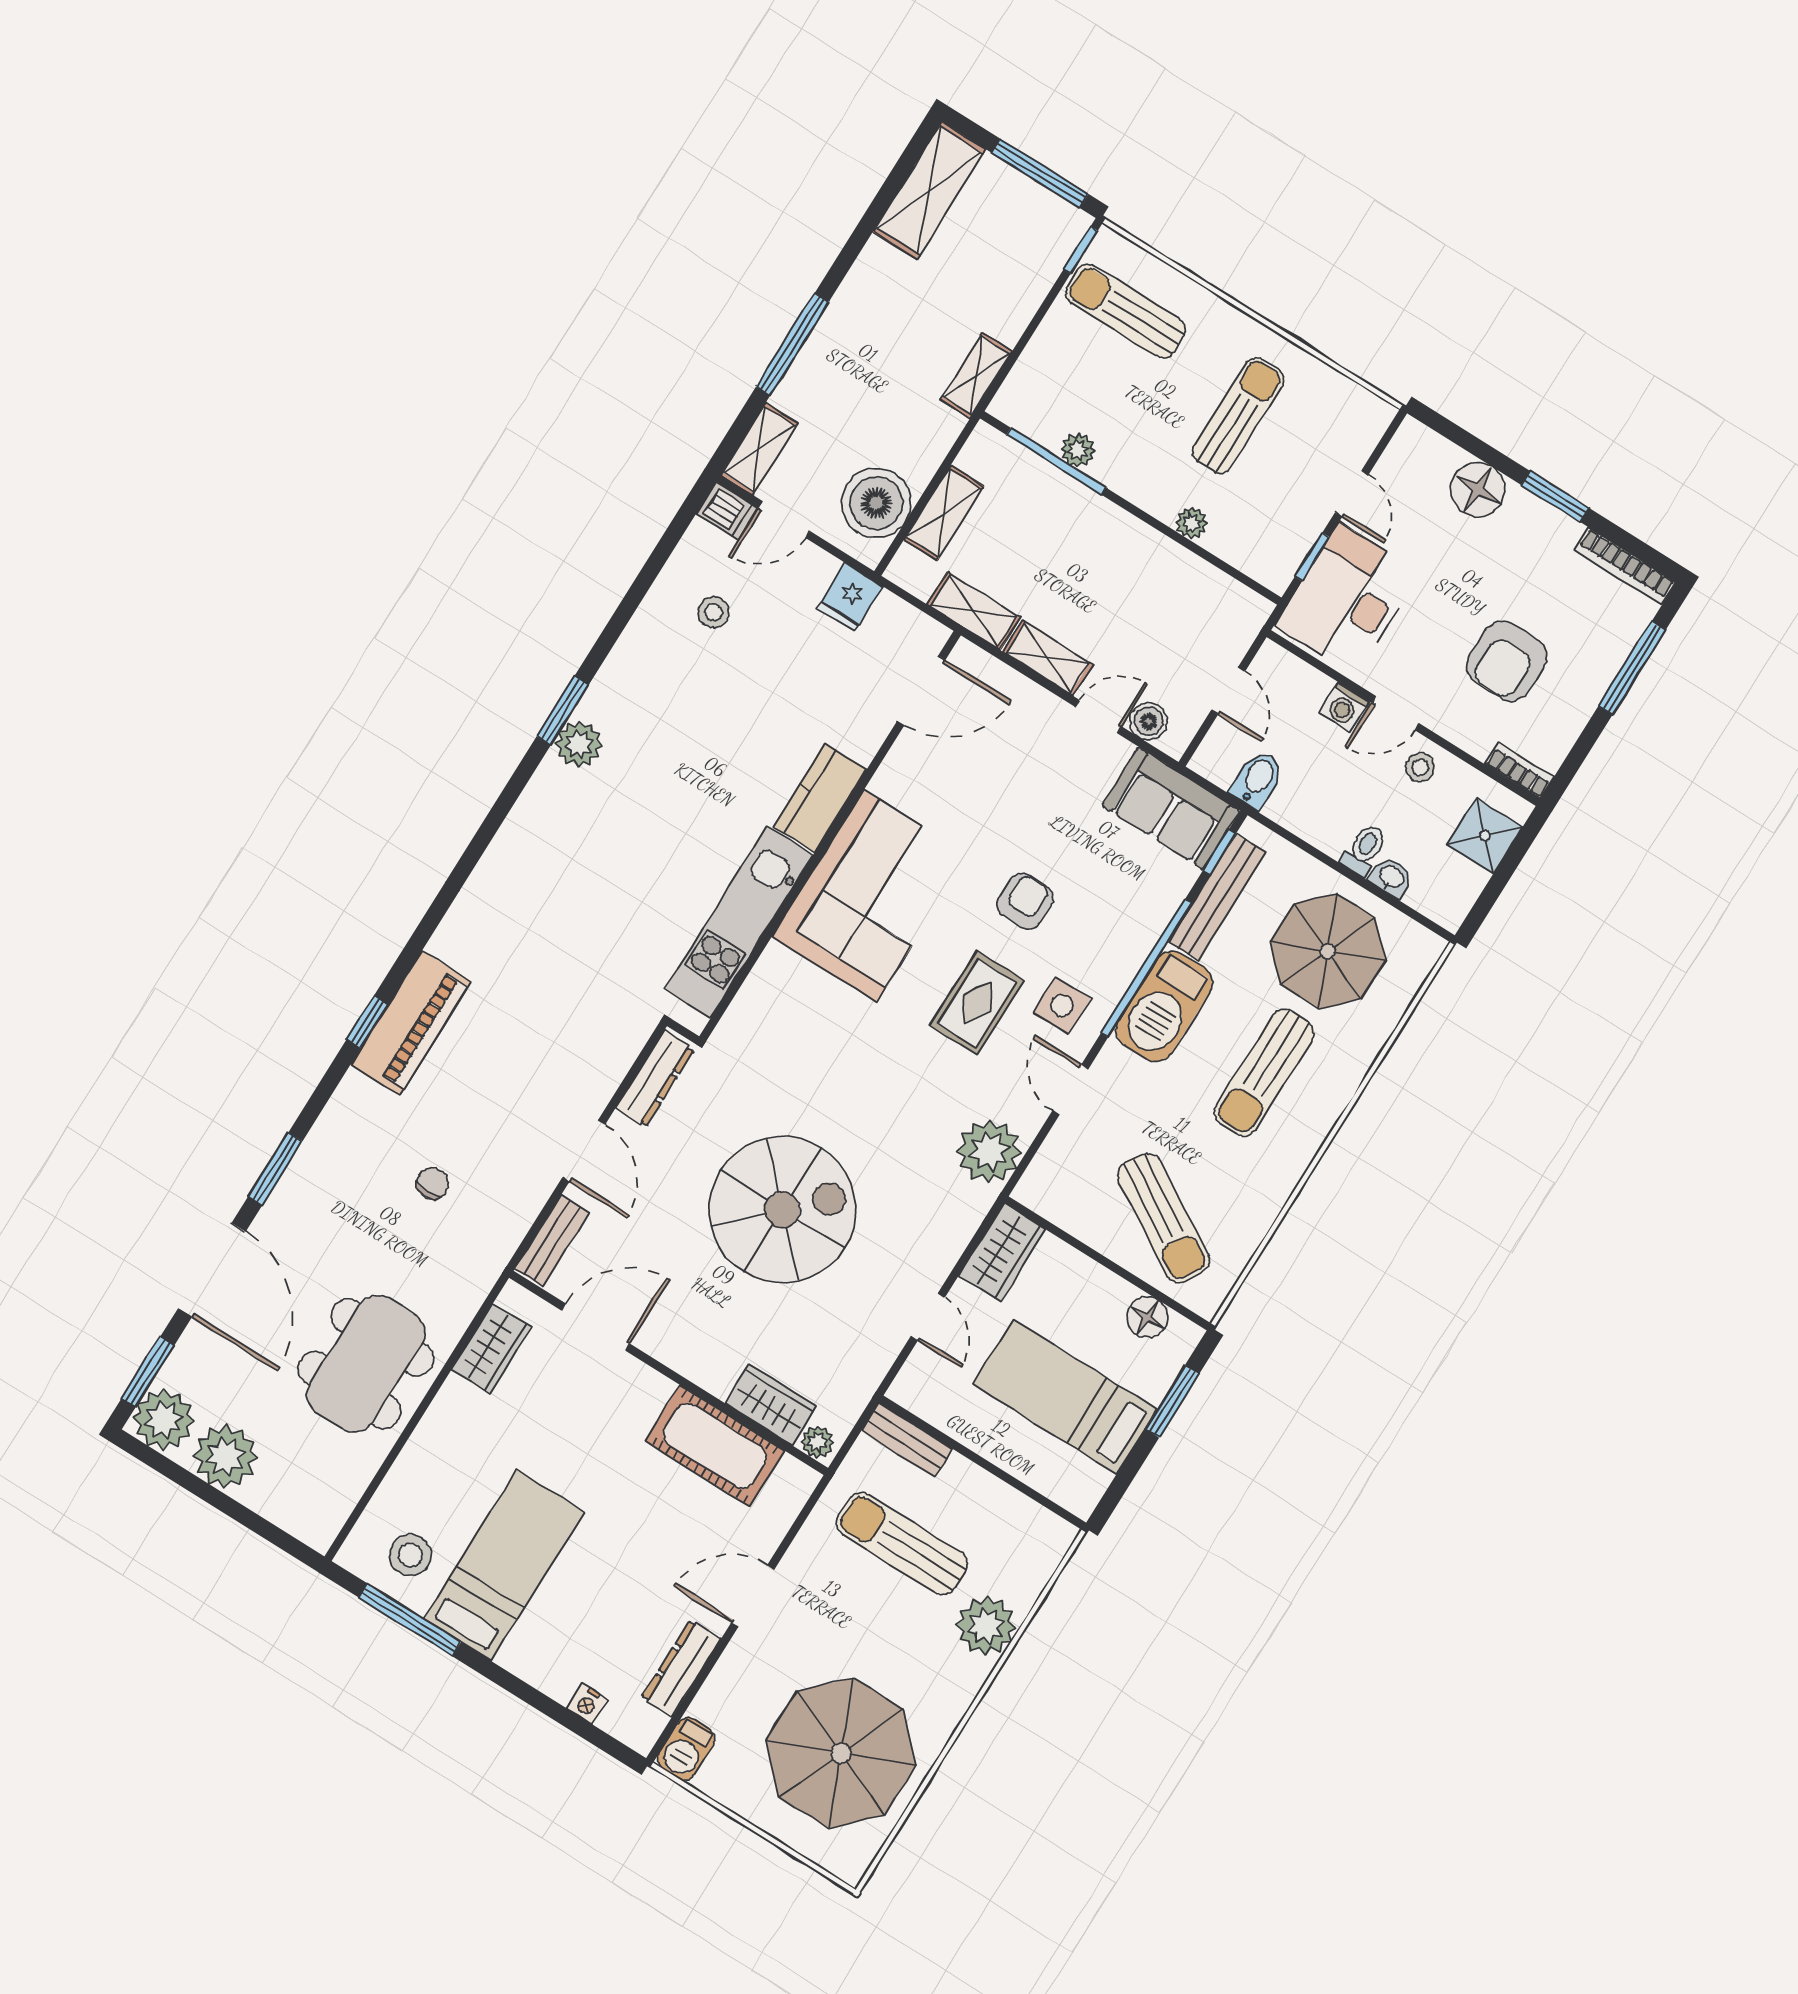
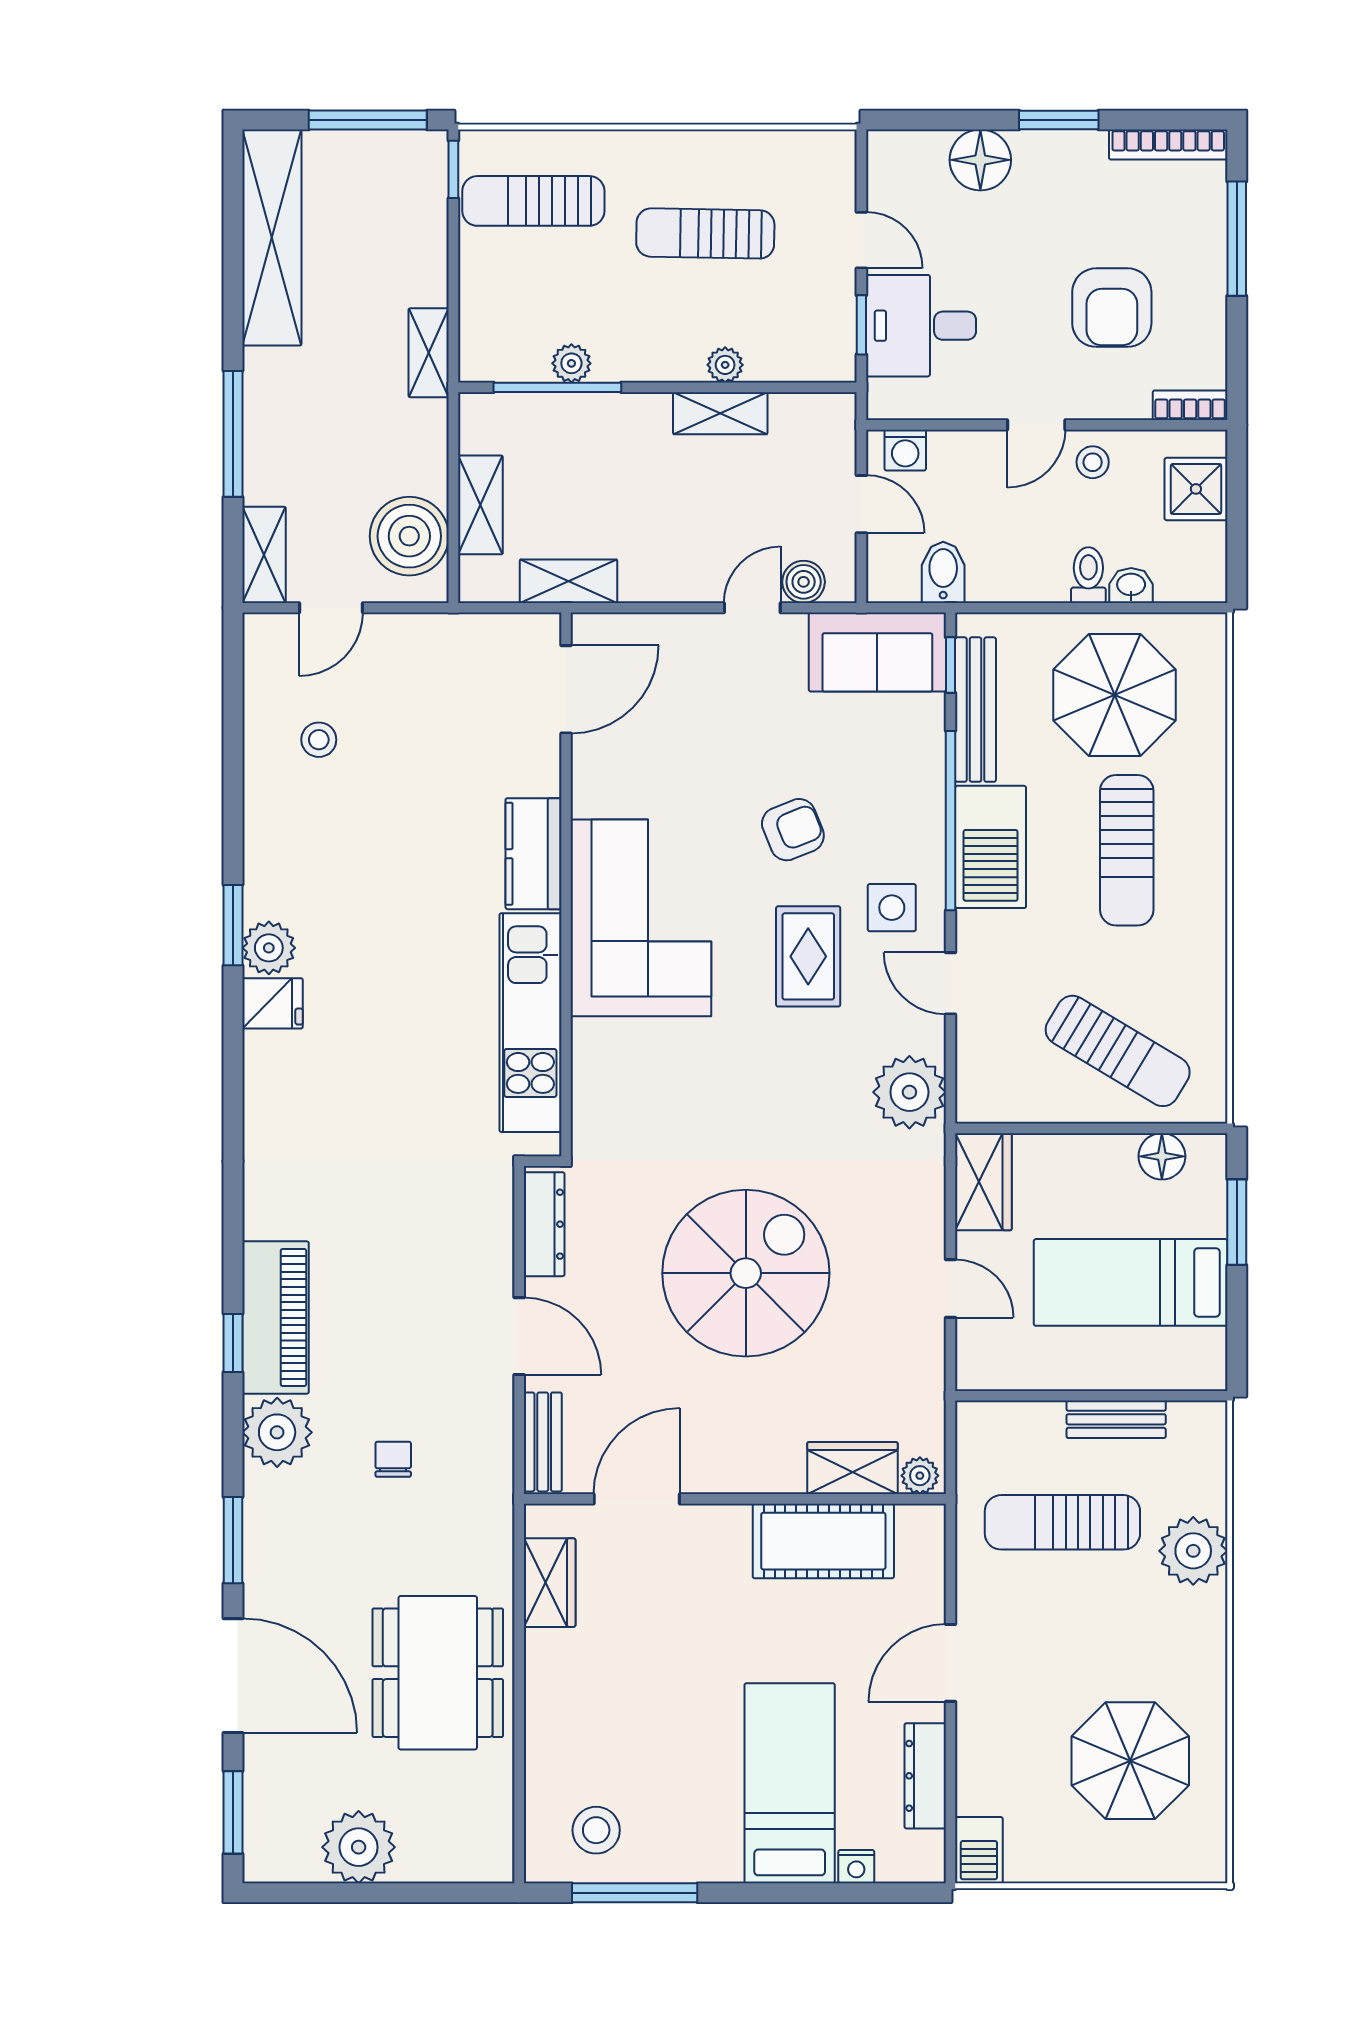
shelving: (929, 190) -> (272, 238), width x1.47
sun lounger: (1238, 416) -> (705, 233), turned -89
dishwasher: (727, 511) -> (270, 634), removed
fridge: (850, 597) -> (273, 1003), moved, turned -90
desk: (1347, 599) -> (921, 326), width x0.73
shelving: (1048, 658) -> (720, 413), moved
washing machine: (1344, 707) -> (905, 450), moved
armchair: (1025, 901) -> (793, 830), turned 68
plant: (164, 1420) -> (277, 1432), moved
bench: (907, 1440) -> (1116, 1419), moved
bed: (504, 1565) -> (790, 1783), moved
parasol: (841, 1753) -> (1130, 1761), width x0.73, depth x0.73

